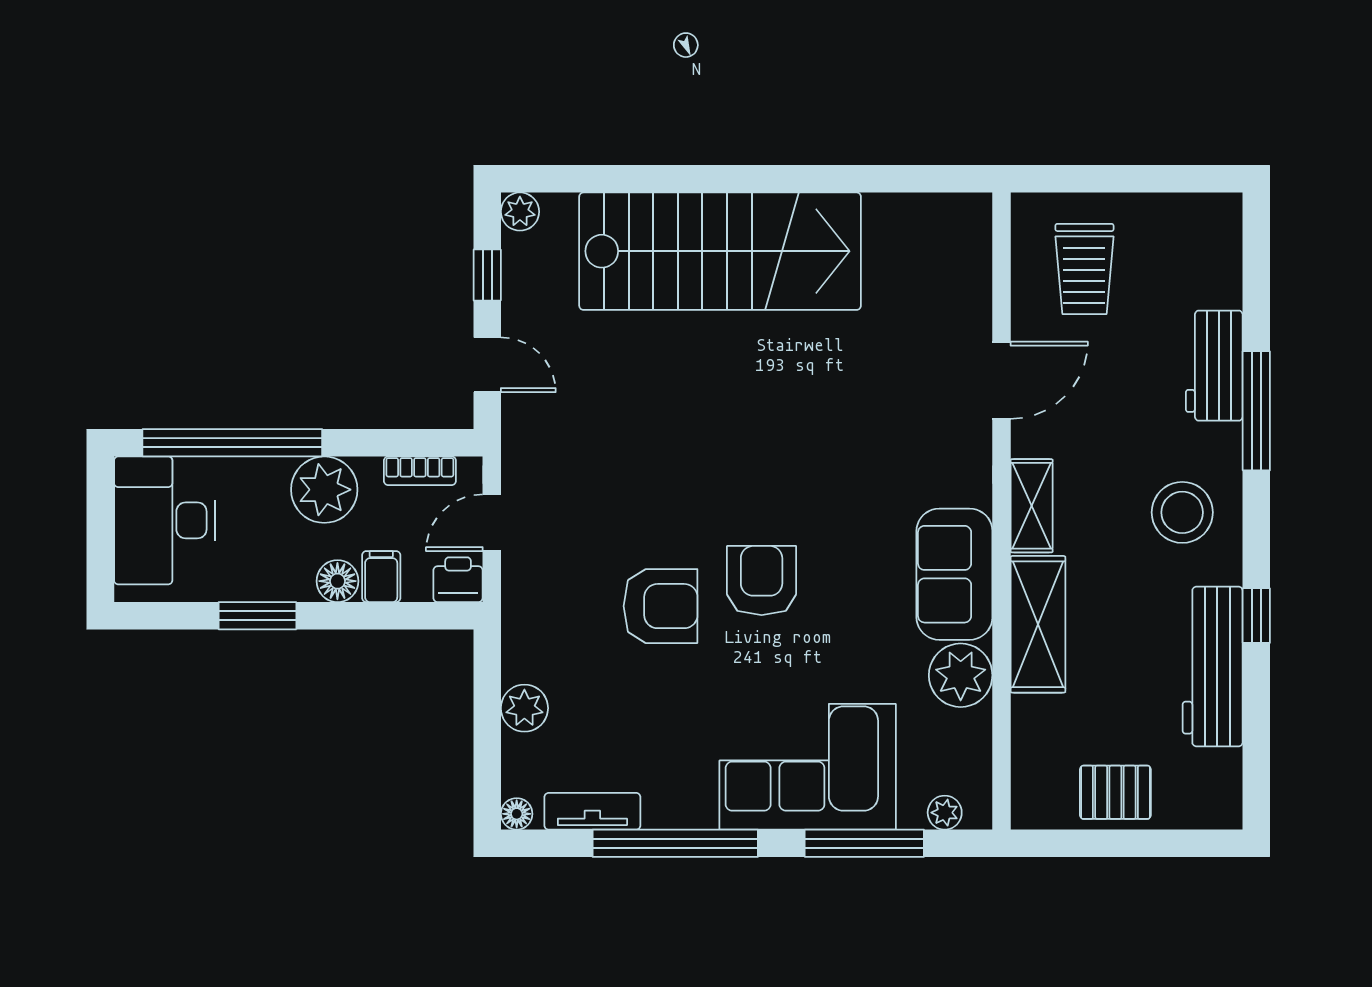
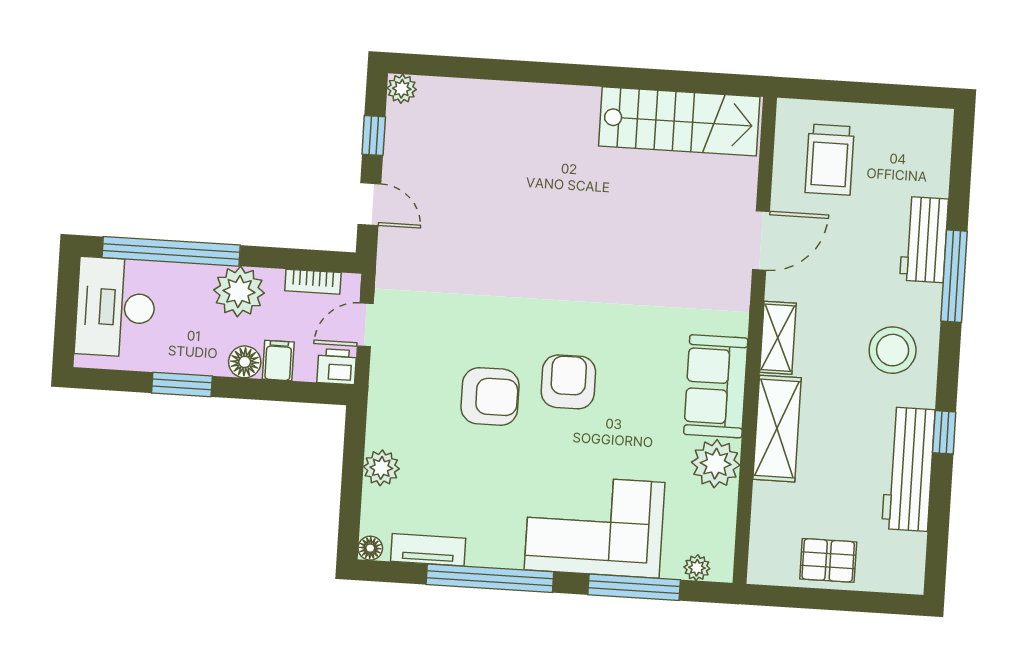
stairs: (720, 251) -> (679, 121), moved, width x0.73, depth x0.66

